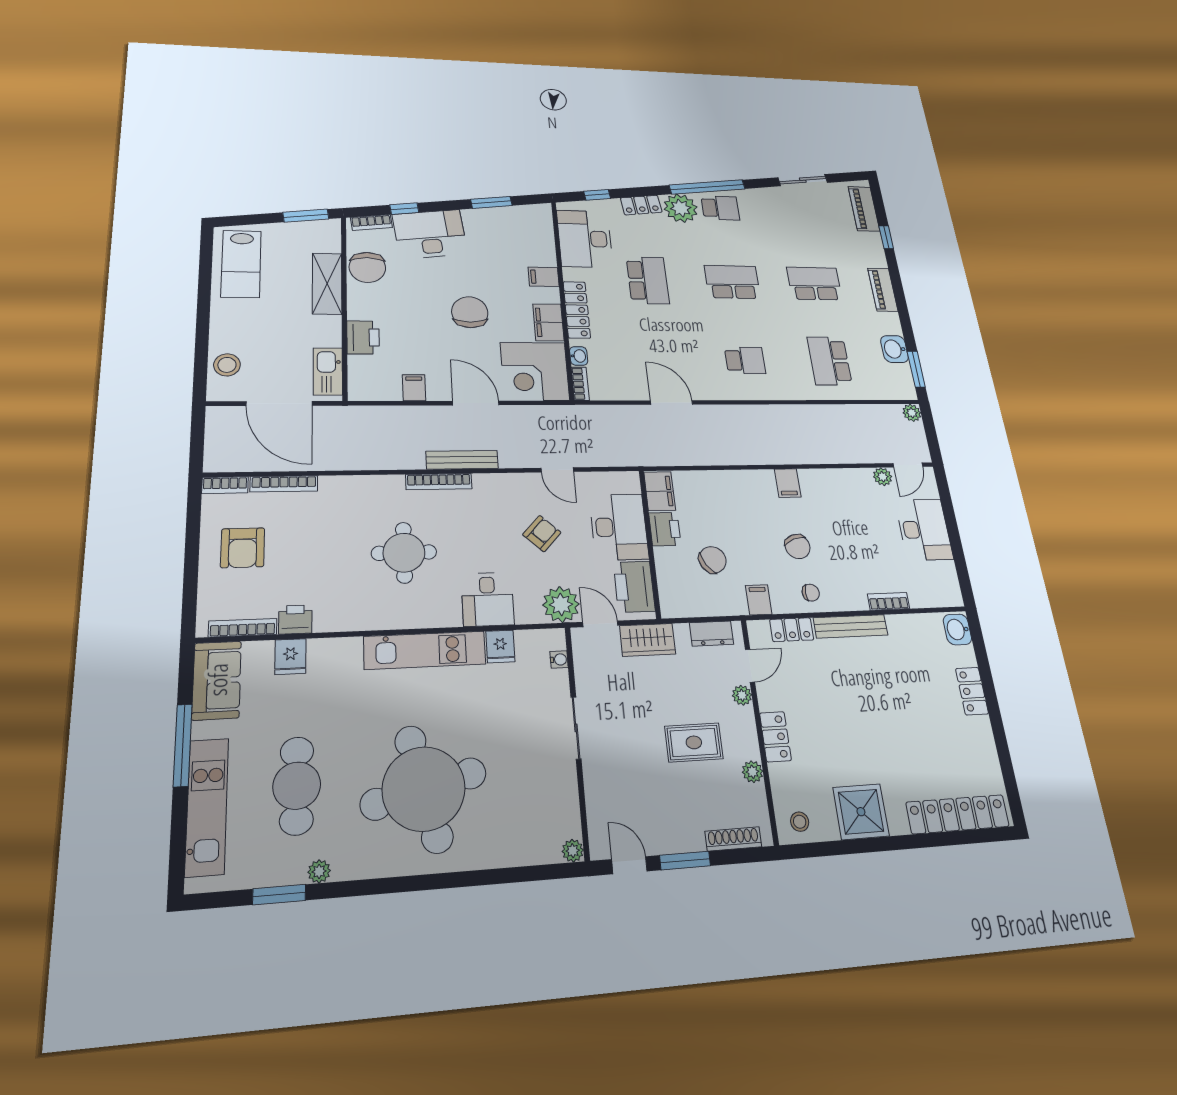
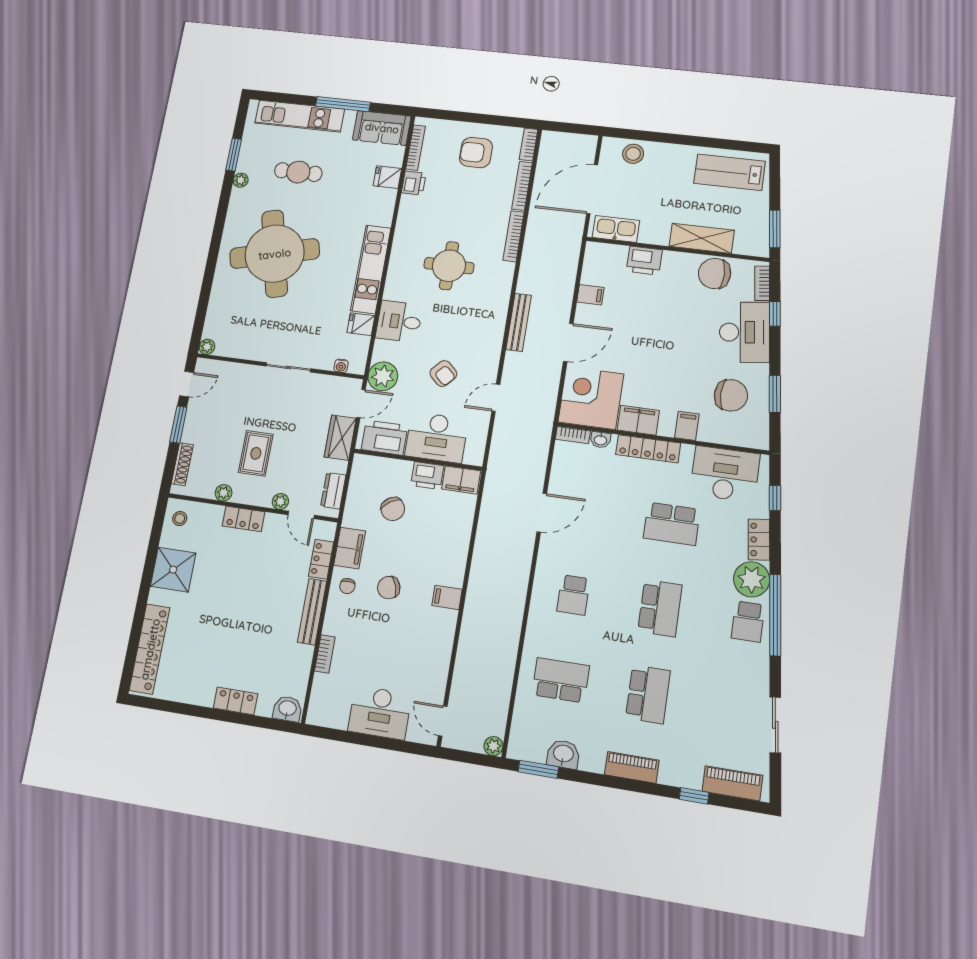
chair: (470, 312) -> (731, 395), moved
plant: (883, 477) -> (436, 691), removed
bookcase: (439, 482) -> (514, 236), moved
filing cabinet: (759, 600) -> (350, 548), width x2.00
cafe table: (297, 786) -> (298, 172), width x0.73, depth x0.74

